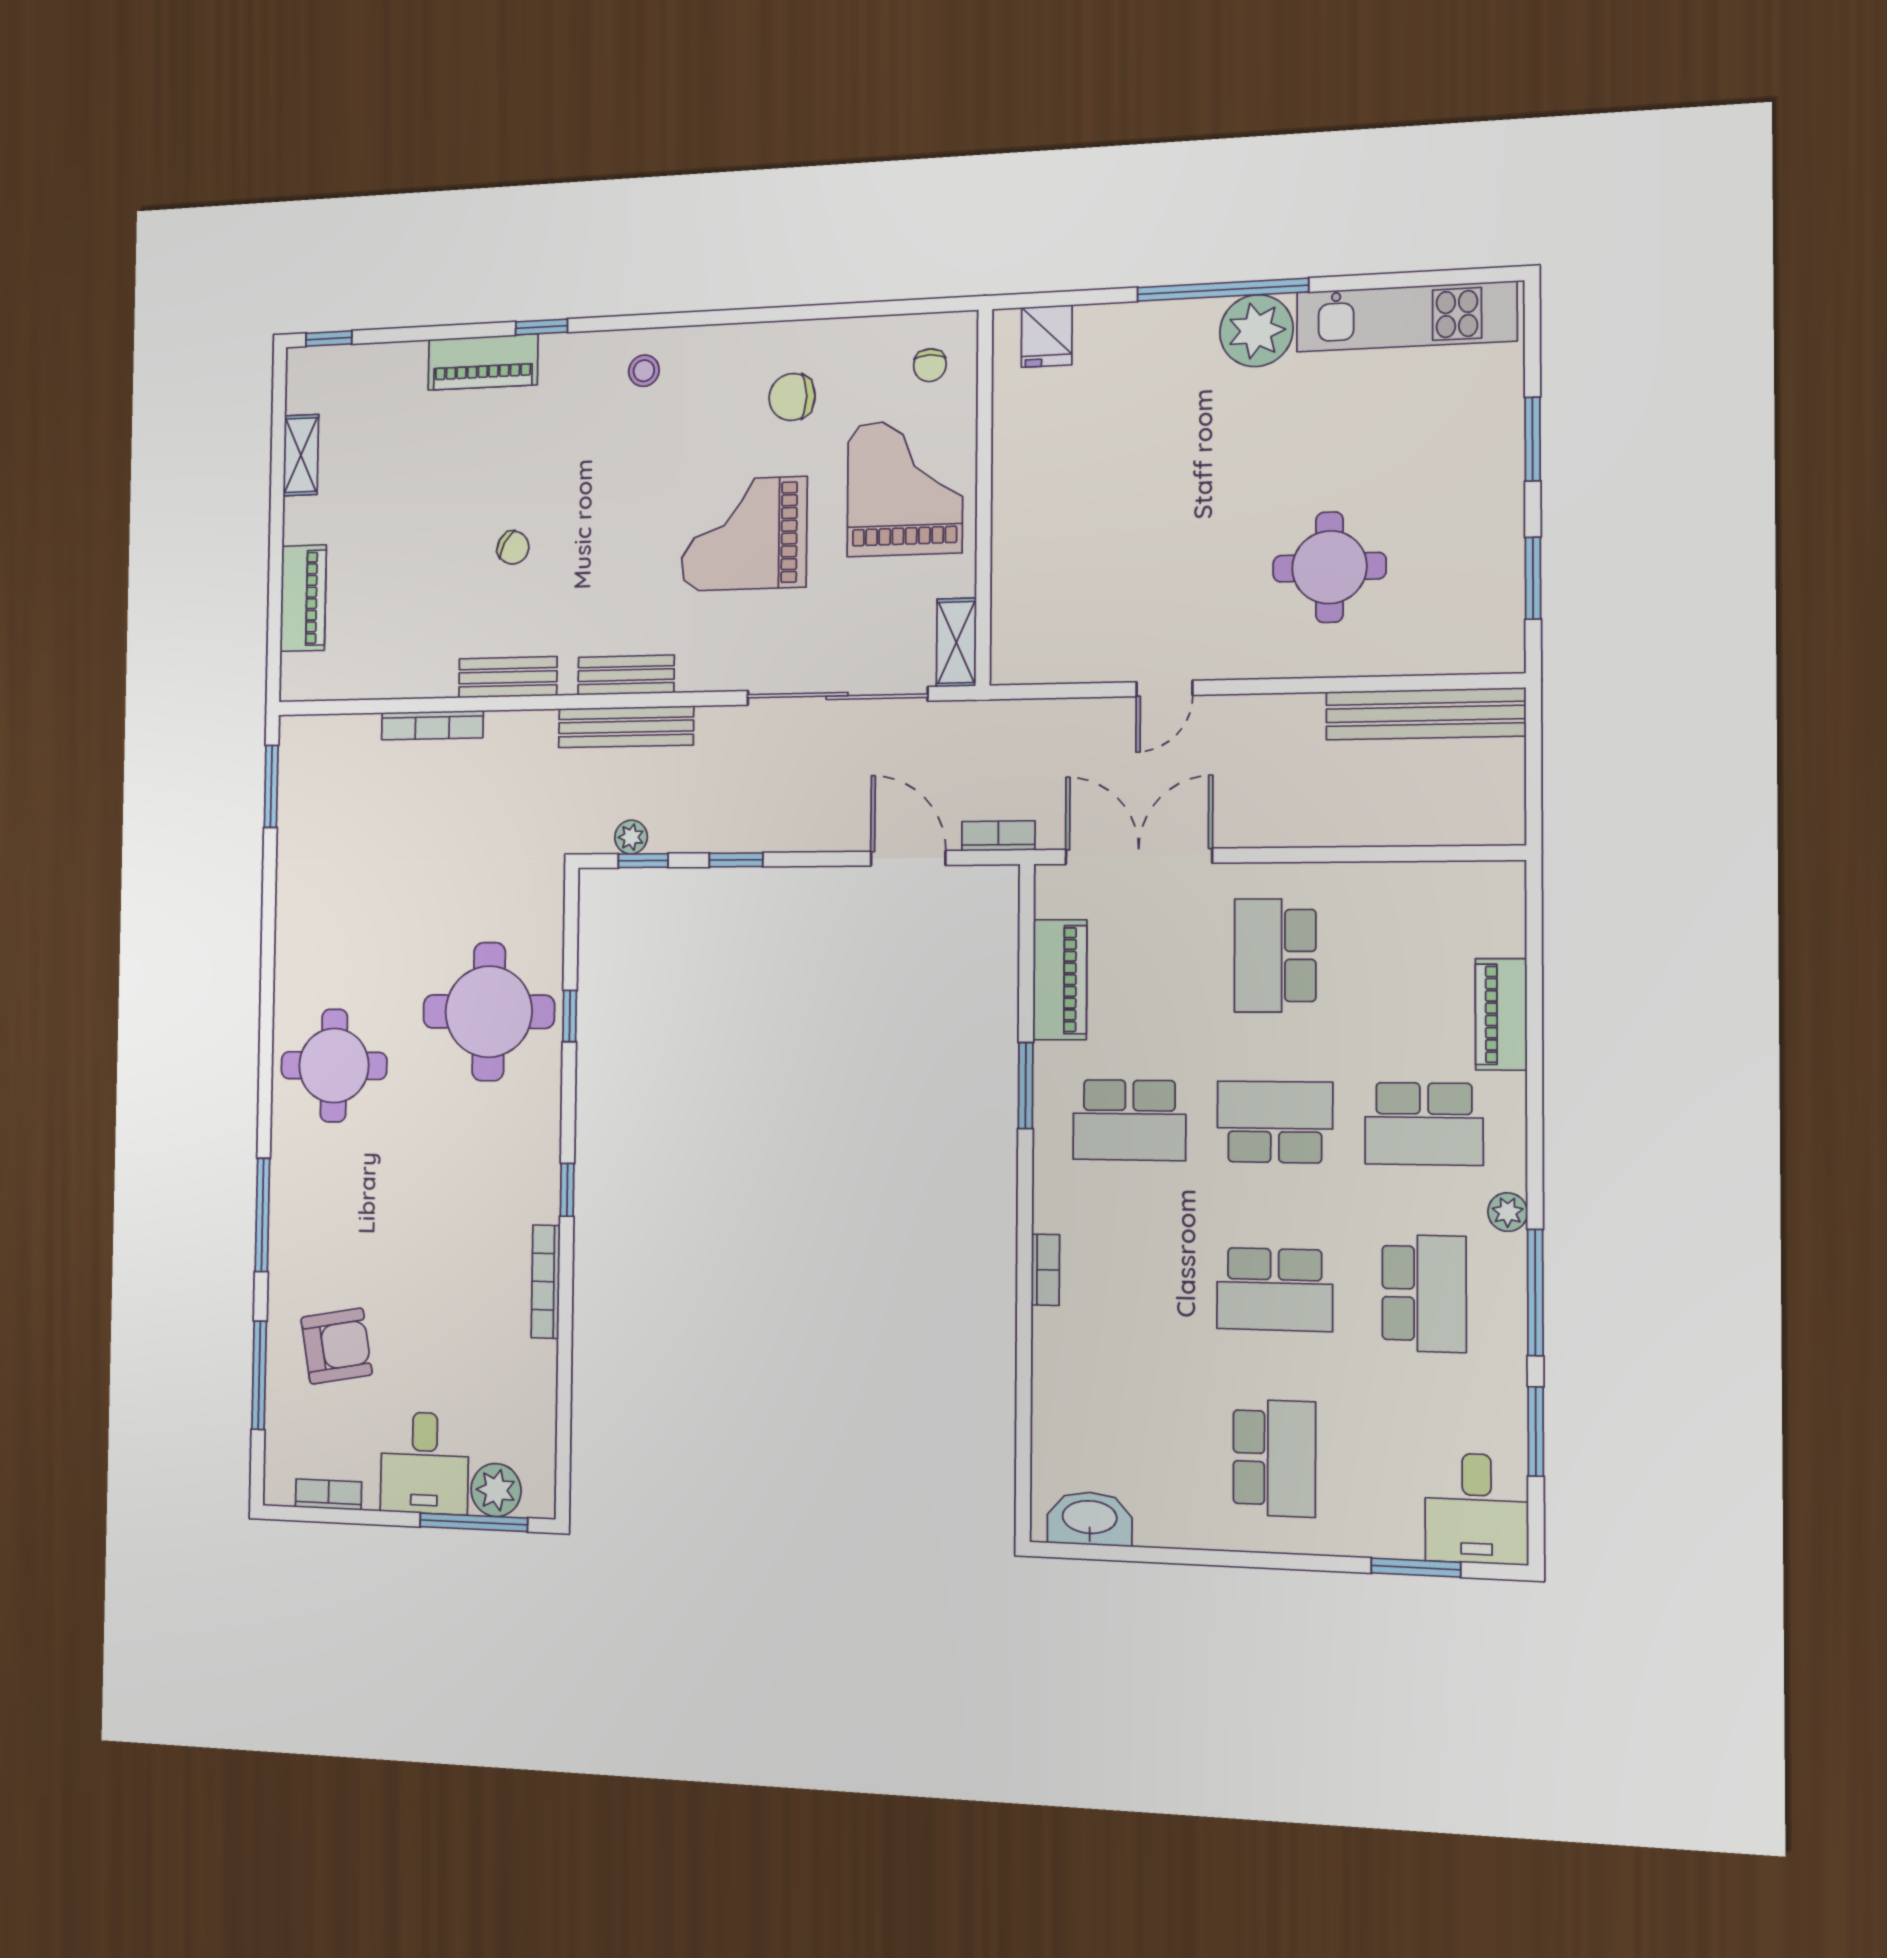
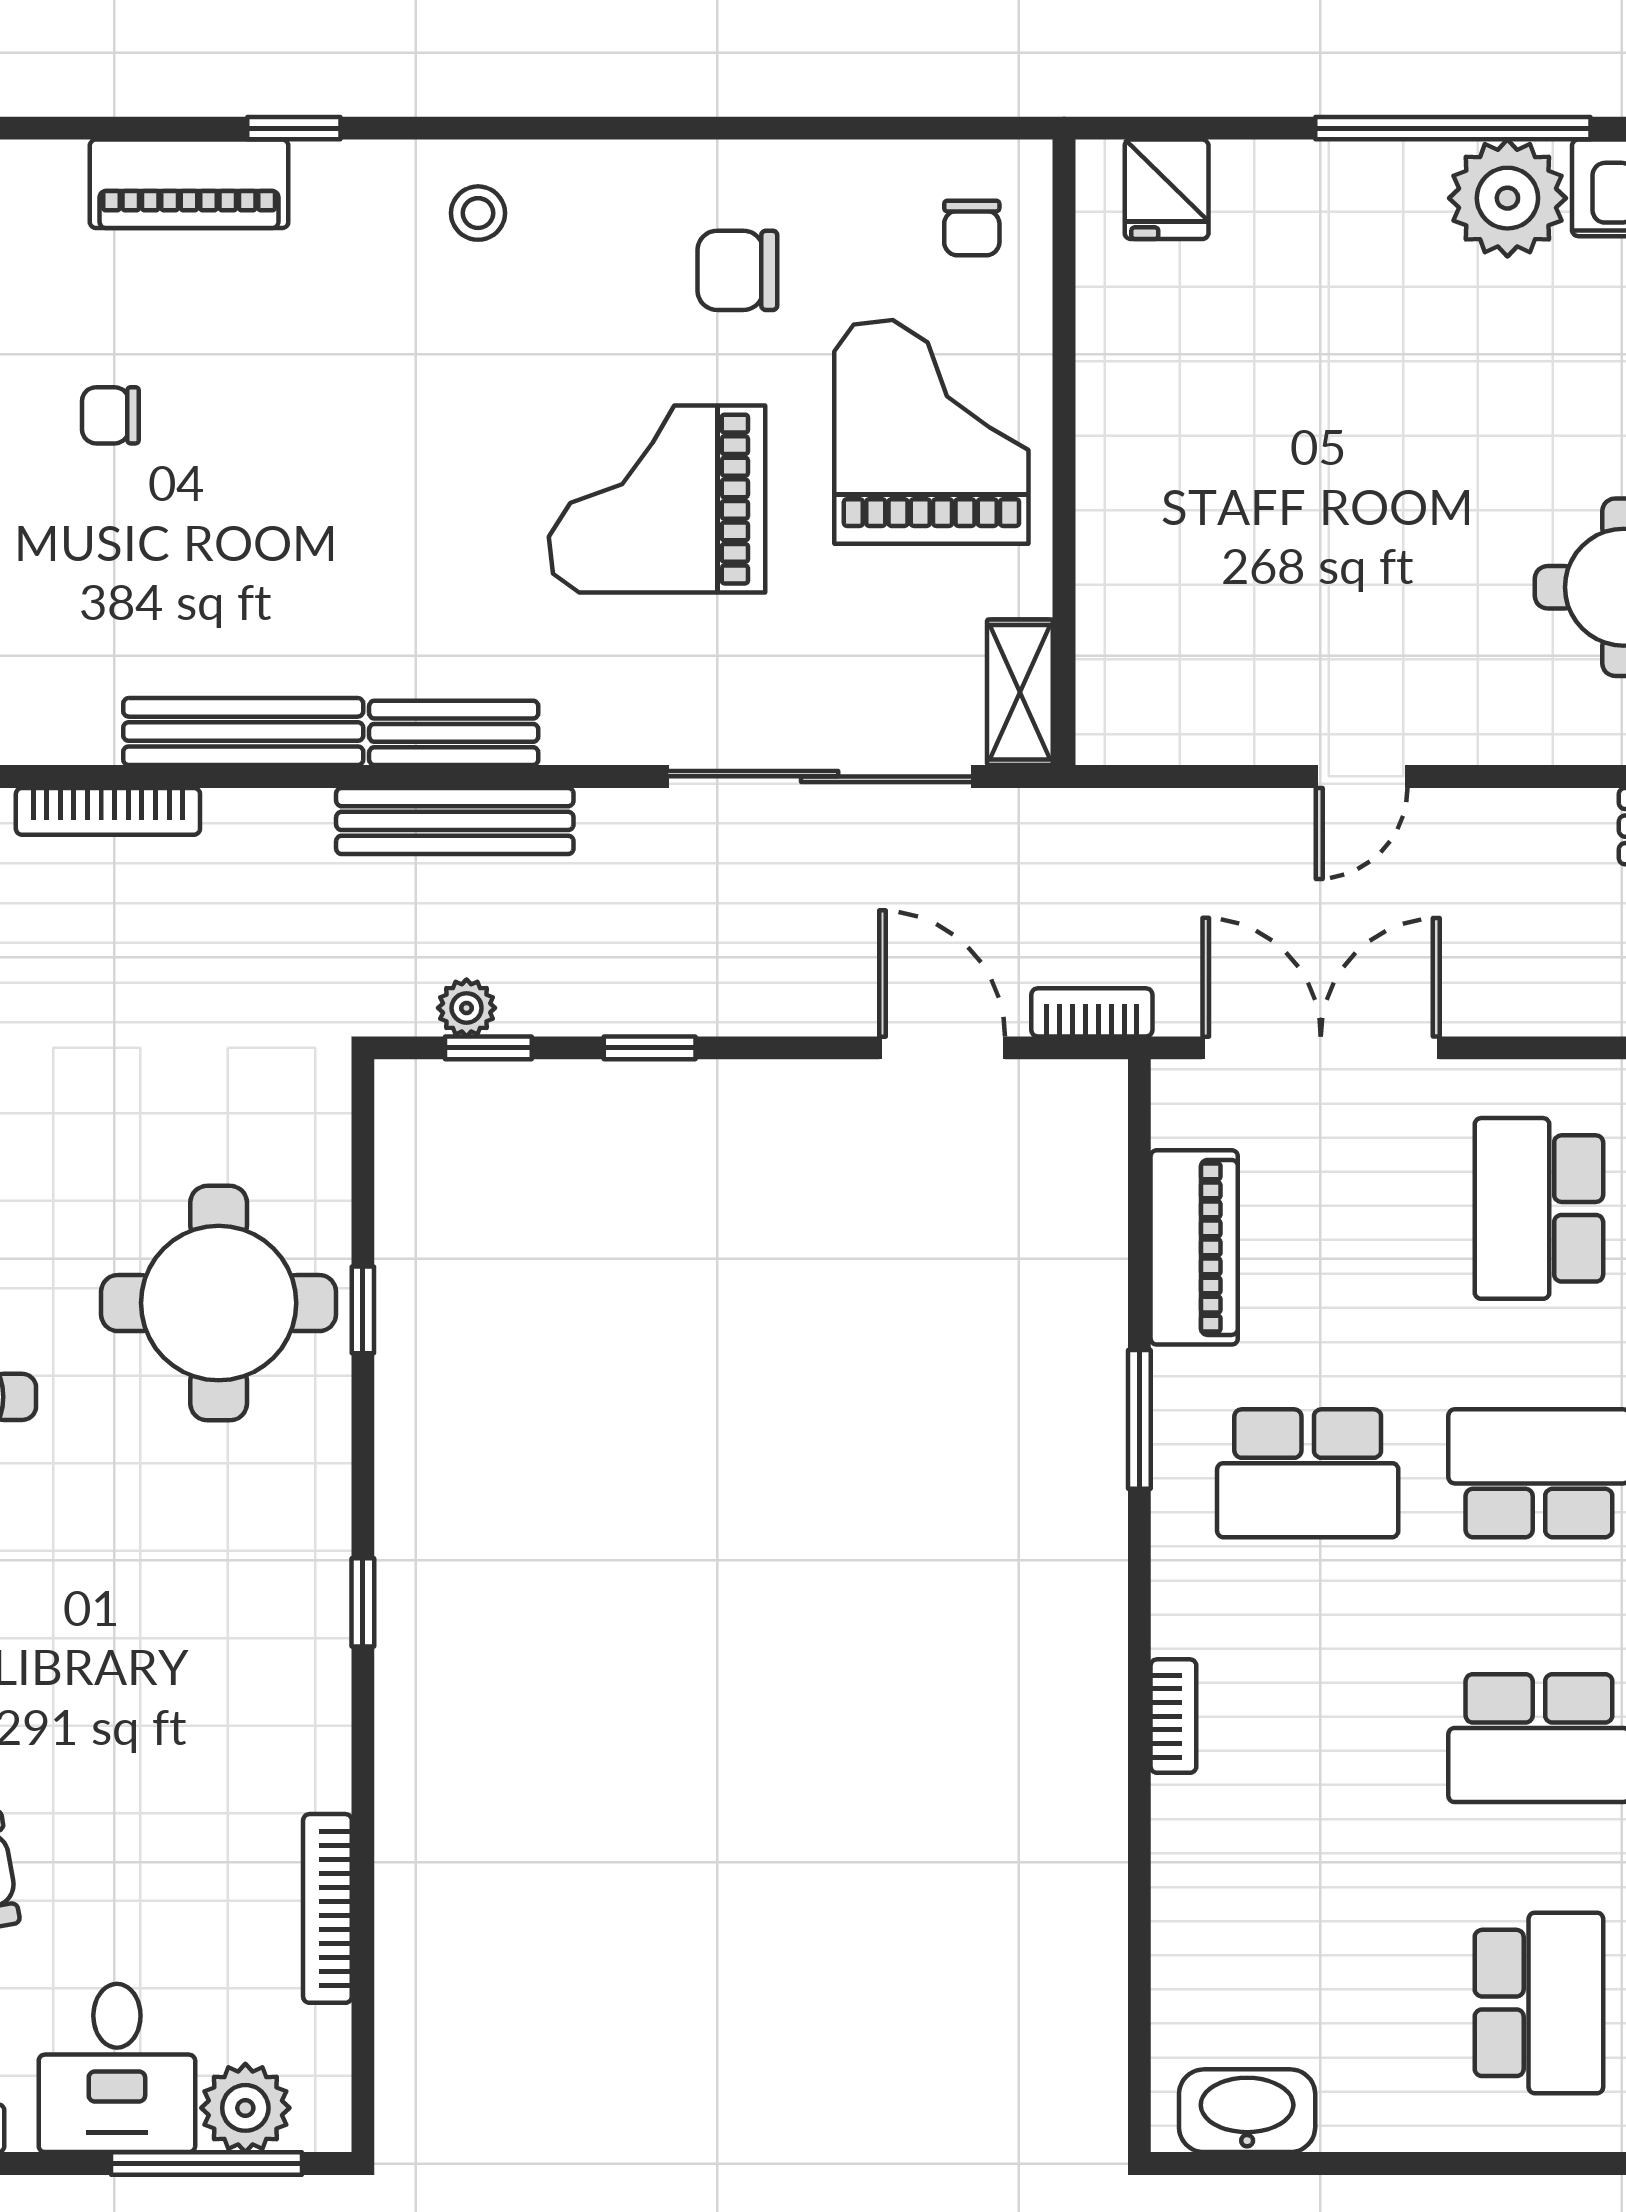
chair: (513, 548) -> (110, 415), moved, turned 151
bench: (508, 677) -> (243, 732), width x1.36
bookcase: (546, 1282) -> (327, 1908), moved

